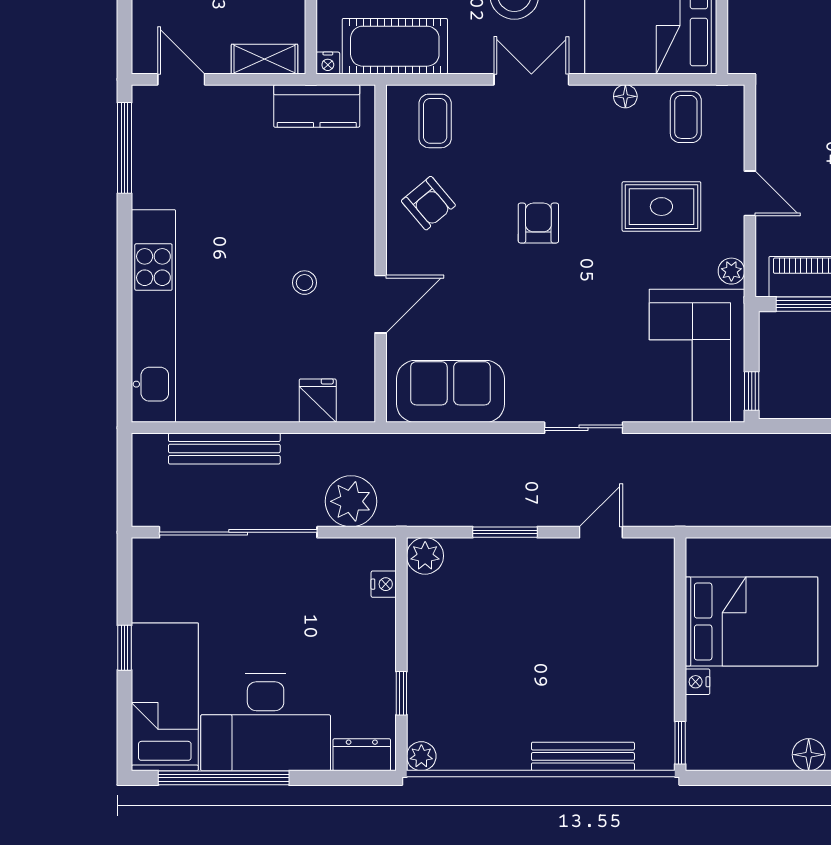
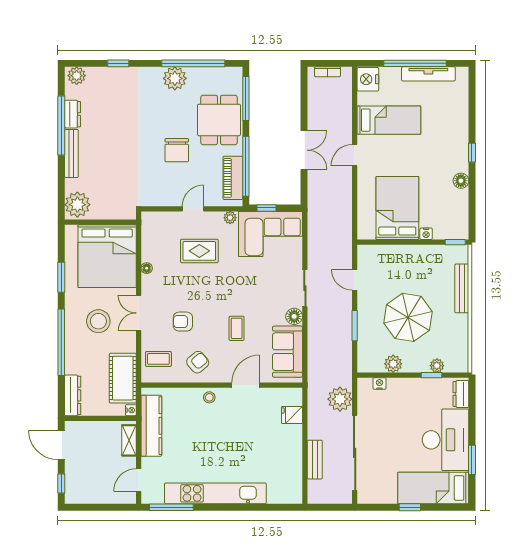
kitchen counter: (317, 106) -> (151, 426), width x1.50
coffee table: (686, 117) -> (237, 328), moved, turned 90
rug: (661, 207) -> (199, 251), turned 90
armchair: (538, 223) -> (183, 322), moved
stool: (305, 283) -> (209, 397), moved
door: (381, 304) -> (246, 385), hinge flipped
kitchen unit: (153, 316) -> (215, 493), moved
window: (752, 391) -> (266, 208), moved
floor lamp: (524, 405) -> (294, 316), added
bench: (224, 449) -> (315, 460), width x0.73
plant: (425, 556) -> (393, 364), moved
parasol: (522, 644) -> (408, 317), added
plant: (421, 756) -> (437, 366), moved
window: (224, 778) -> (472, 460), width x0.47

